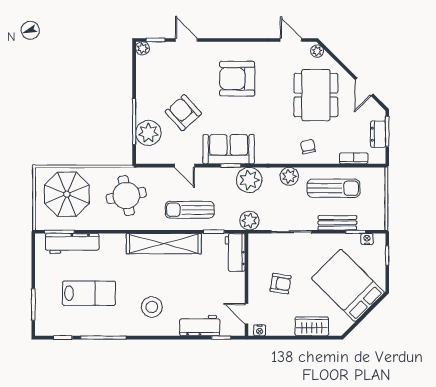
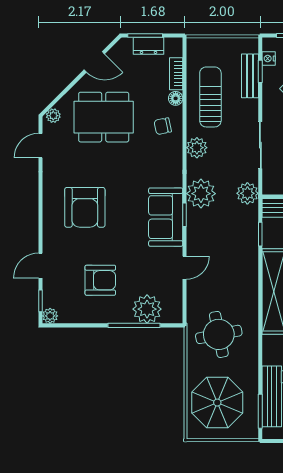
armchair: (183, 113) -> (100, 280), moved, turned -138
floor lamp: (332, 158) -> (176, 98), added
sun lounger: (190, 210) -> (235, 262), removed
bench: (337, 223) -> (250, 76), moved

